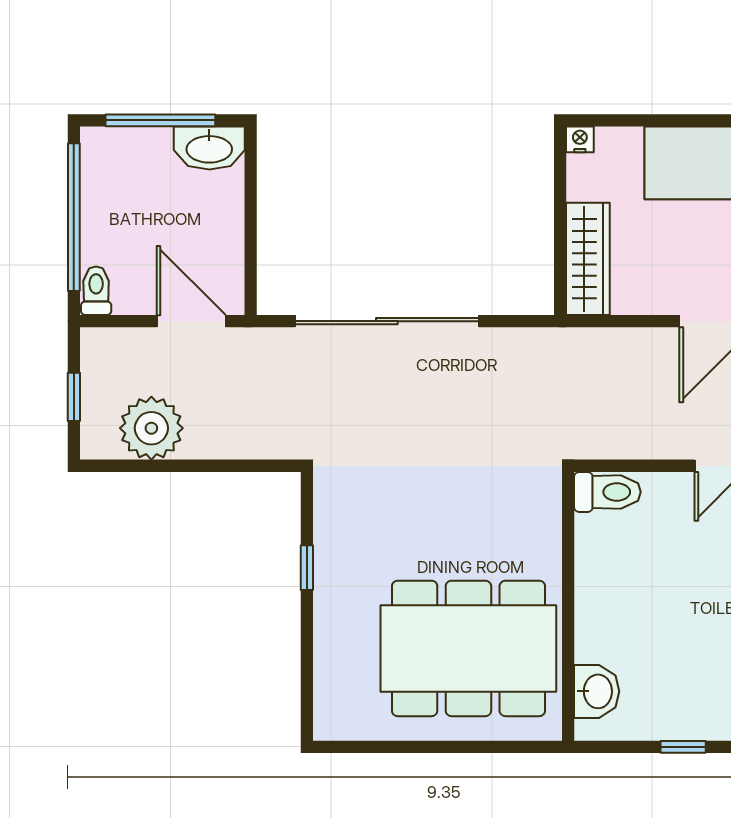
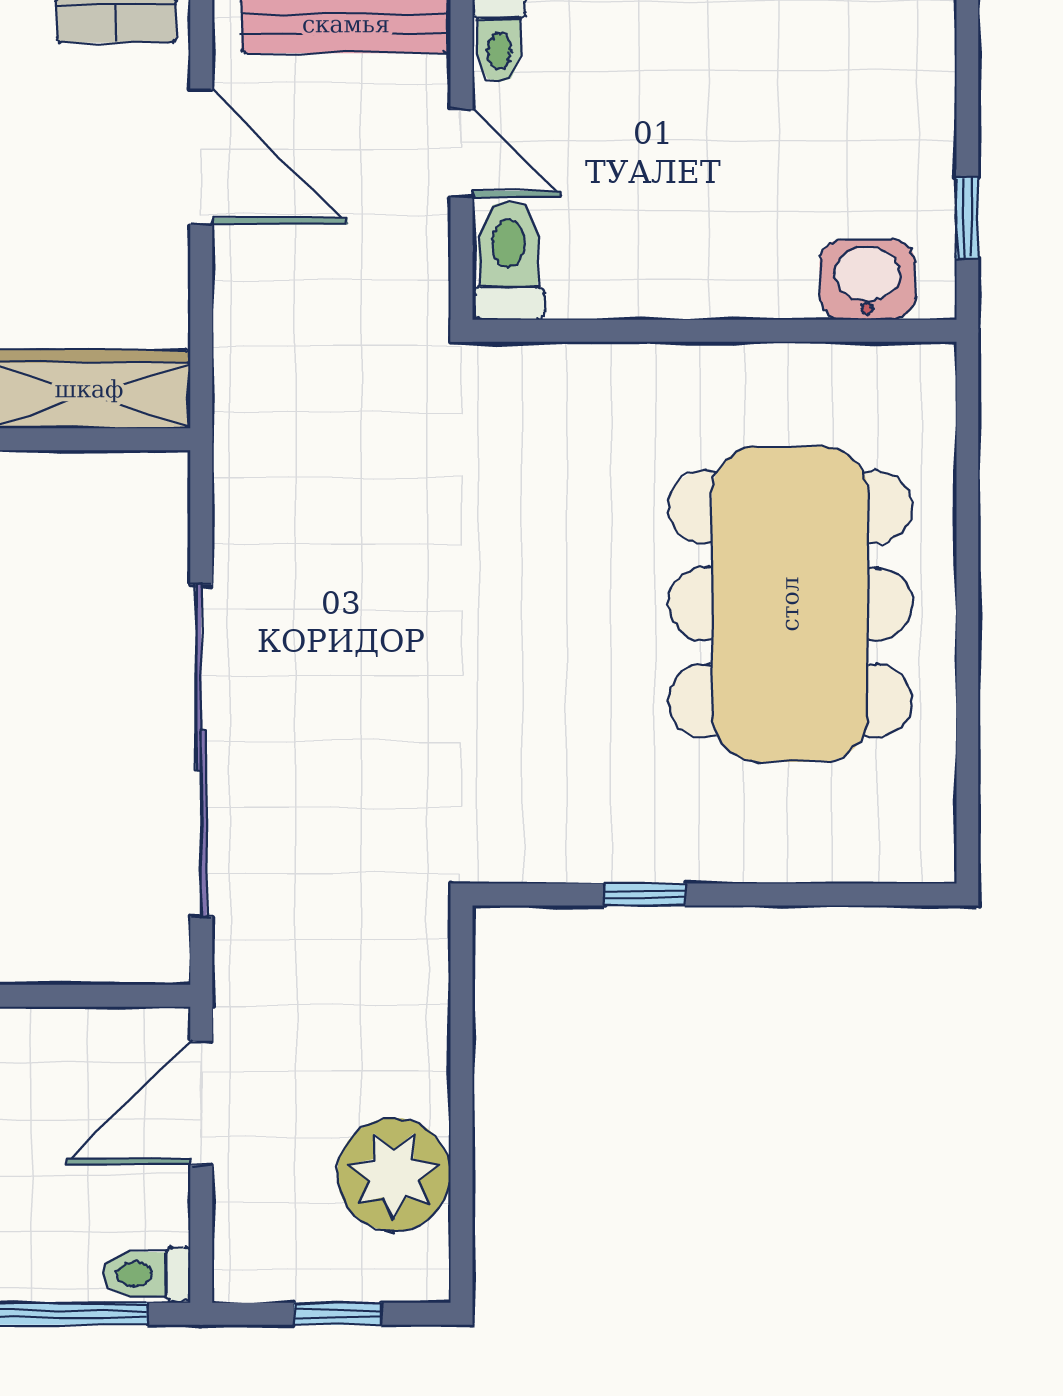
toilet: (607, 492) -> (509, 260), moved
wall: (568, 606) -> (714, 331), moved
washbasin: (597, 691) -> (867, 280), moved

